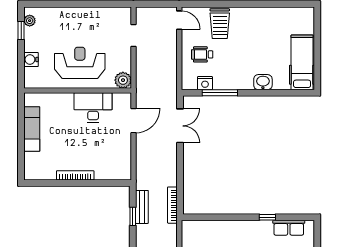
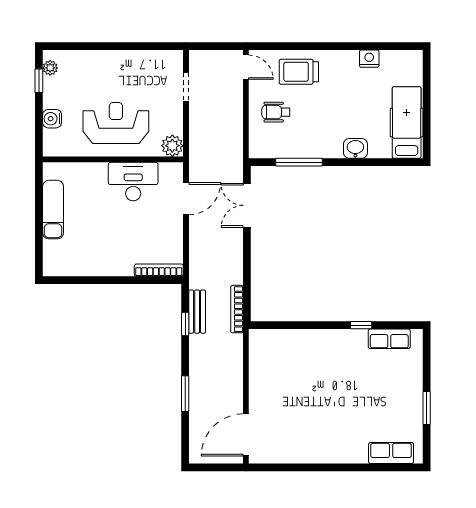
trolley: (220, 24) -> (299, 72), turned 90
nightstand: (205, 83) -> (369, 59), moved, turned 180
double door: (180, 126) -> (247, 205), swing flipped
bookcase: (75, 175) -> (159, 270), moved

